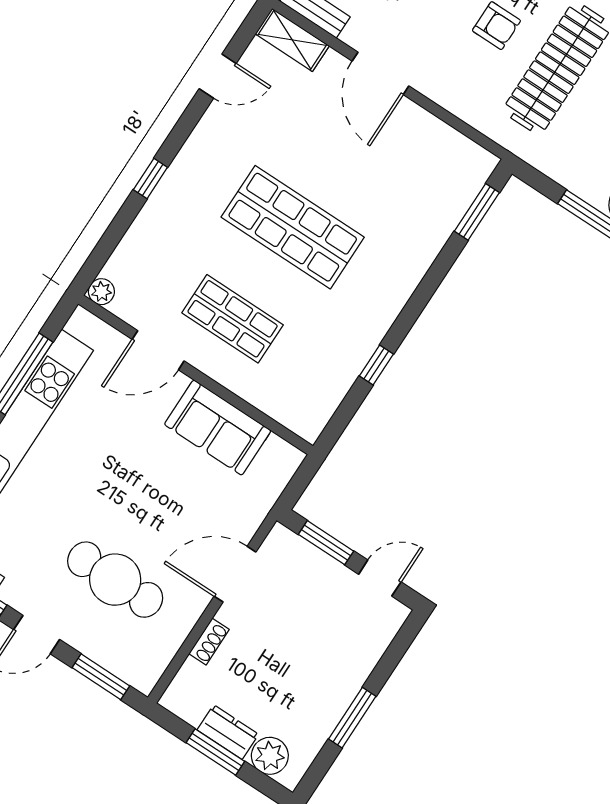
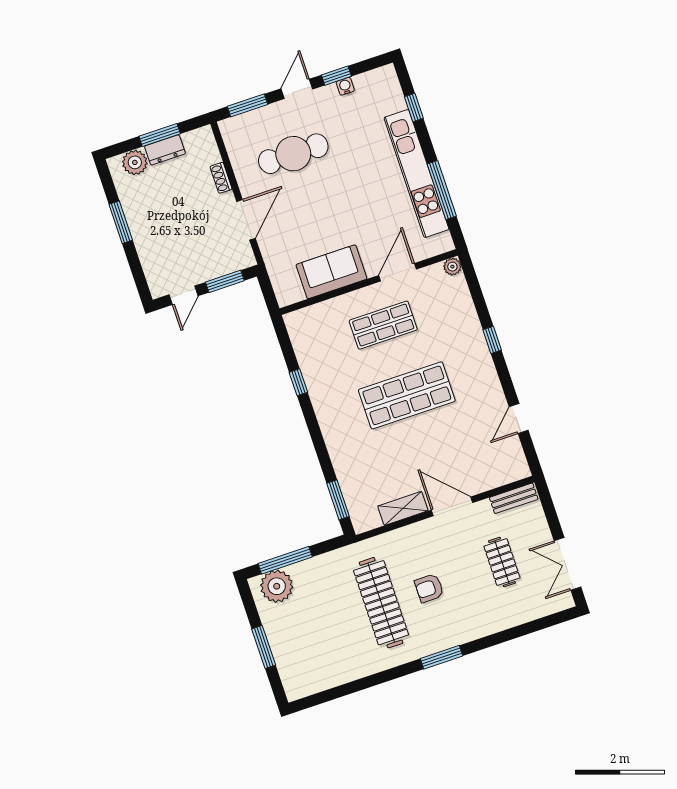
shelving: (292, 40) -> (403, 508), moved

